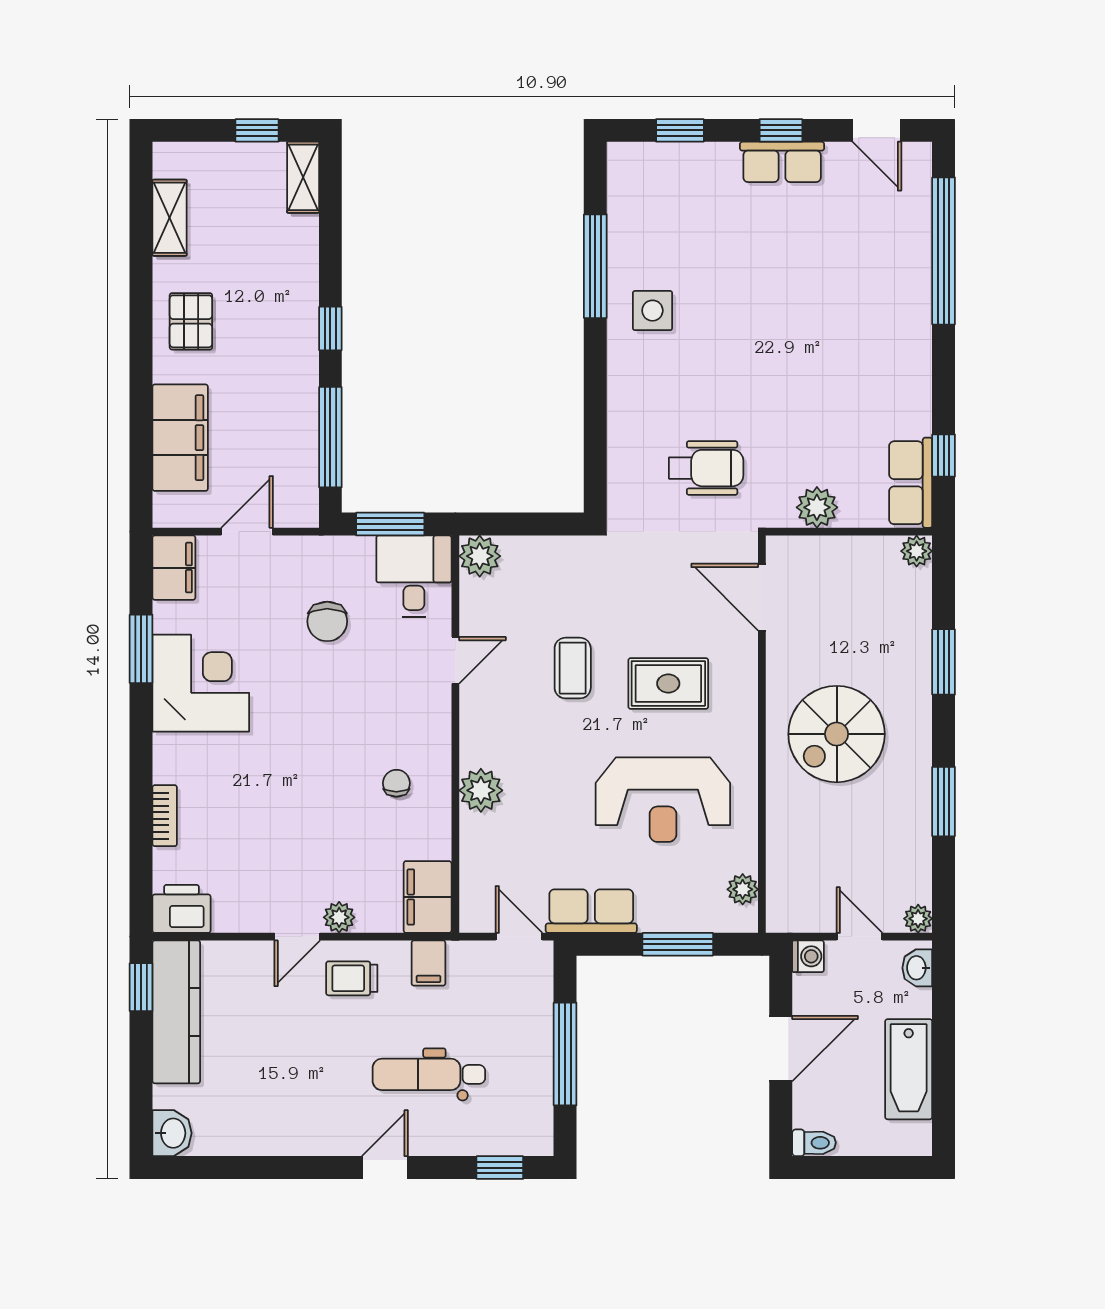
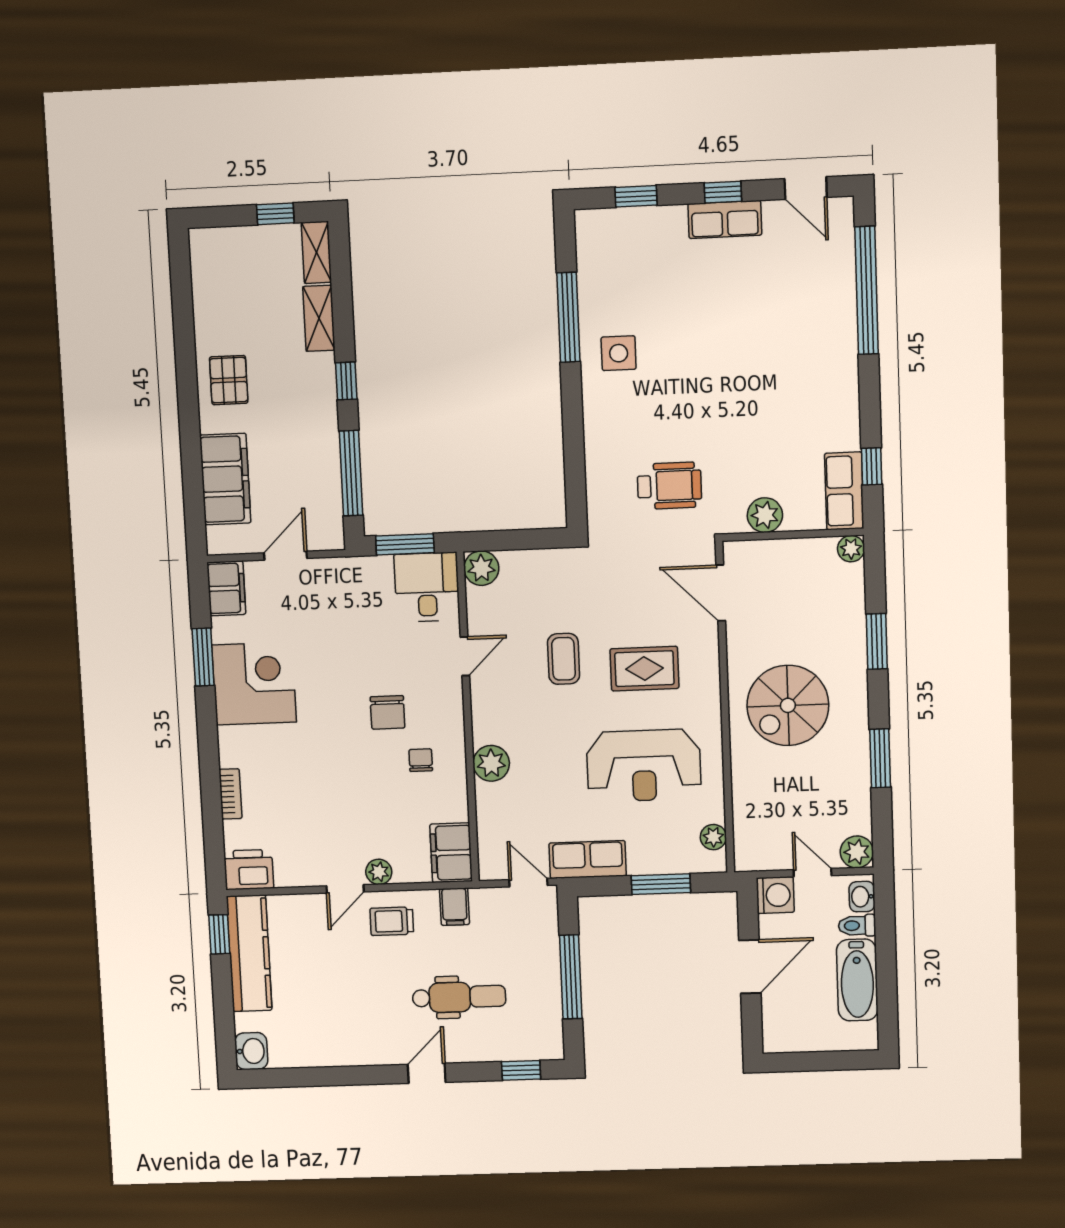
shelving: (170, 218) -> (319, 318), moved
chair: (327, 621) -> (388, 712), moved
plant: (918, 919) -> (857, 852), width x1.38, depth x1.38
washing machine: (808, 956) -> (775, 895), width x1.38, depth x1.38
dental chair: (429, 1074) -> (459, 997), turned 180
toilet: (814, 1143) -> (857, 926), moved, turned 180

